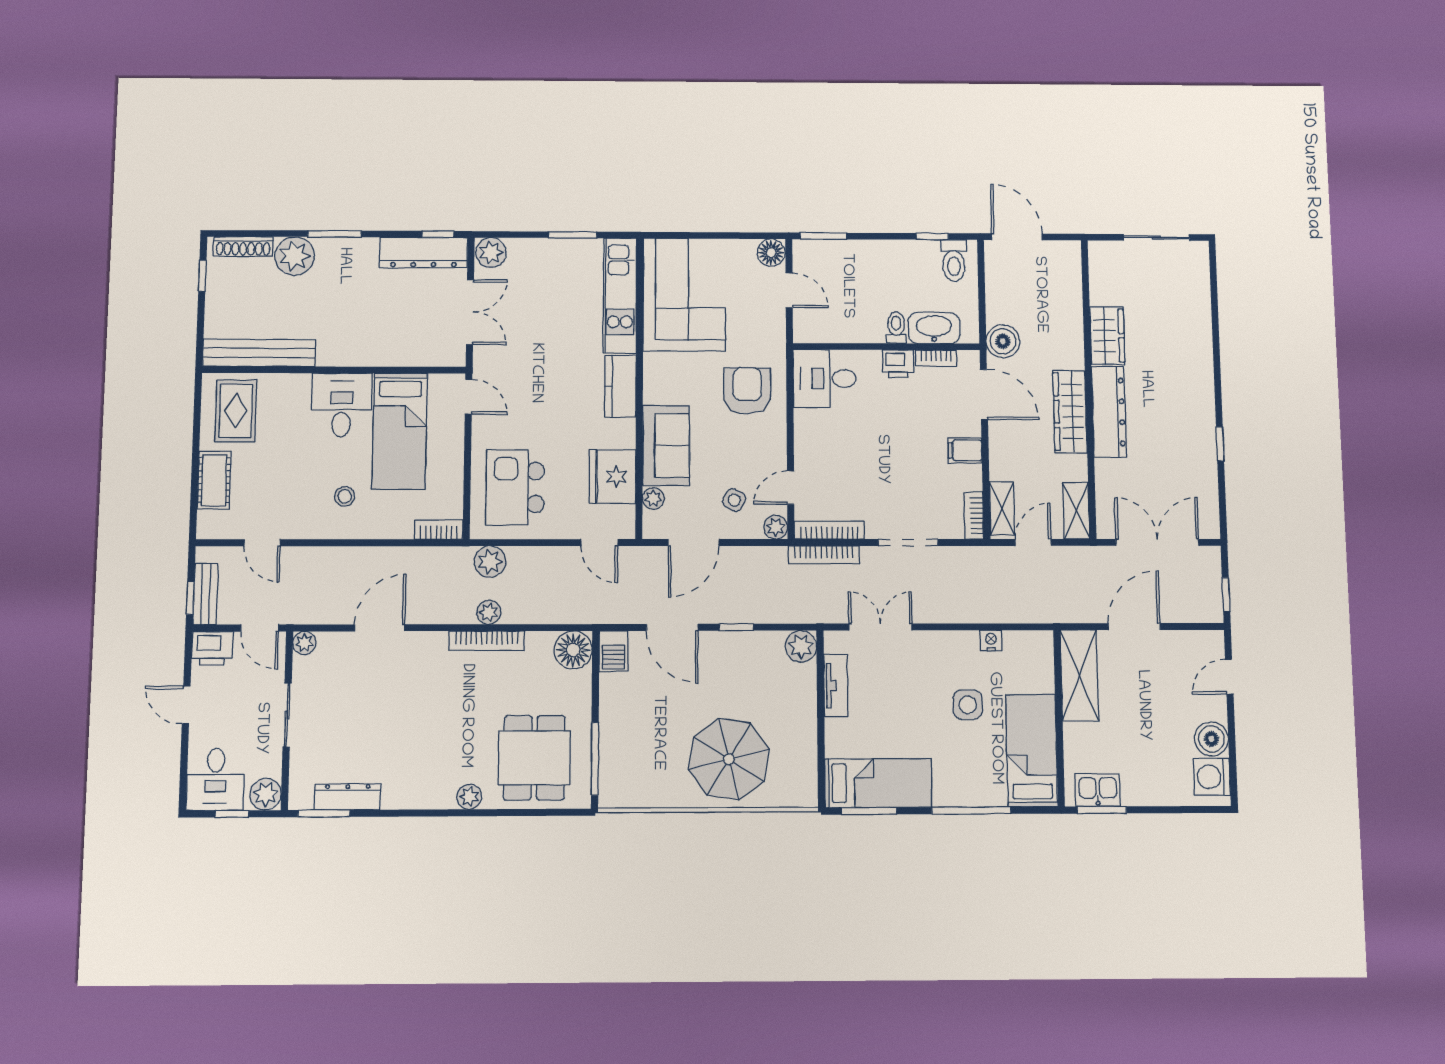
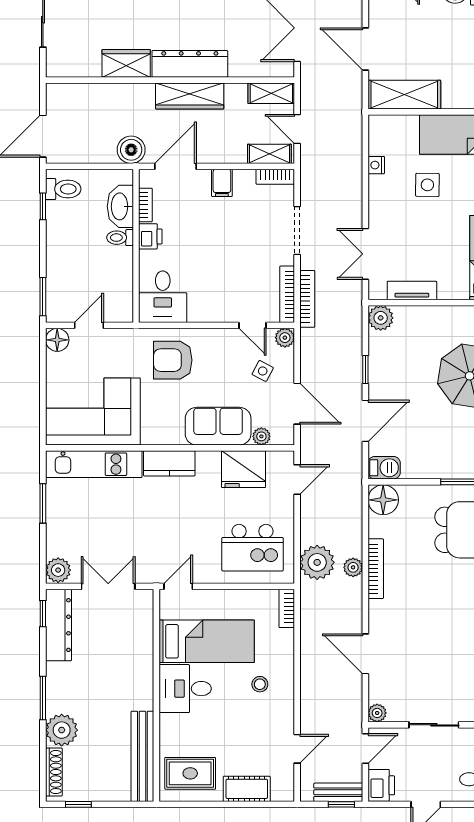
plant: (490, 562) -> (317, 562), width x1.36, depth x1.36

